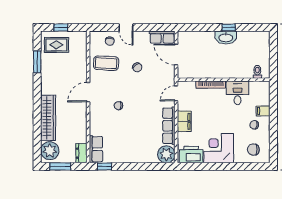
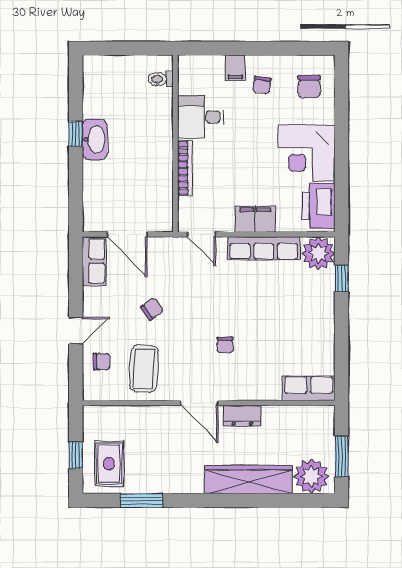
door: (176, 55) -> (127, 234), hinge flipped
dresser: (81, 153) -> (242, 416), moved
window: (104, 166) -> (342, 278), moved

